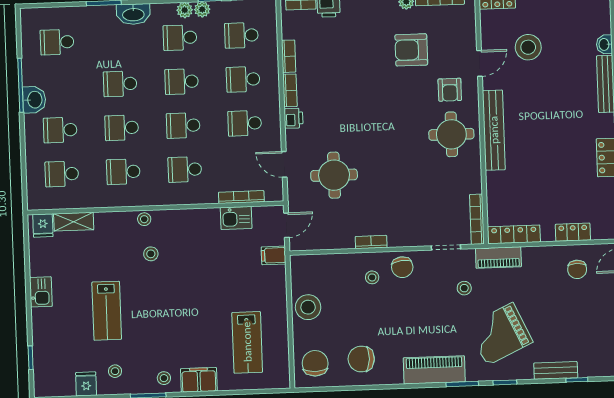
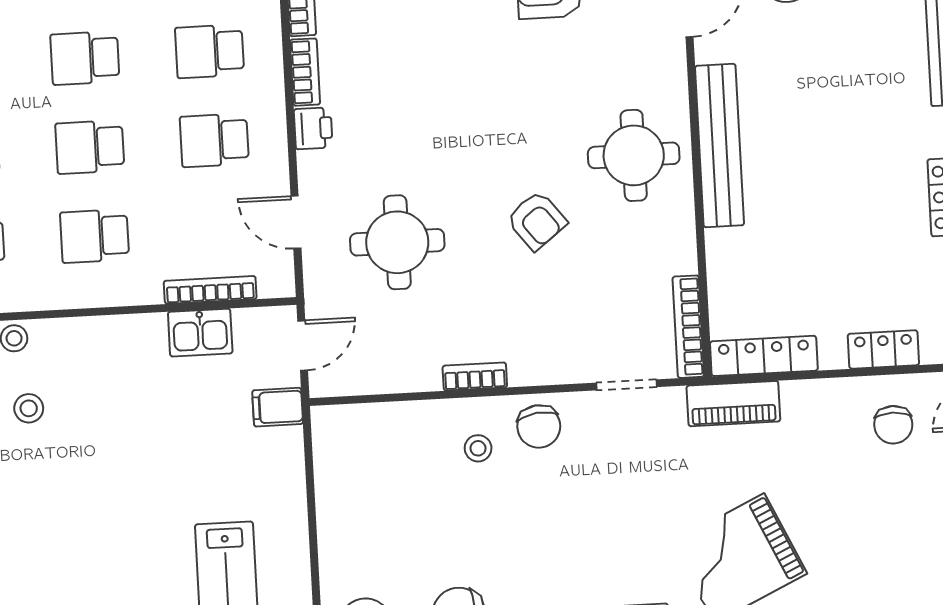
armchair: (450, 90) -> (537, 221), moved, turned -38
stool: (464, 288) -> (665, 467), removed
stool: (308, 307) -> (349, 511), removed

